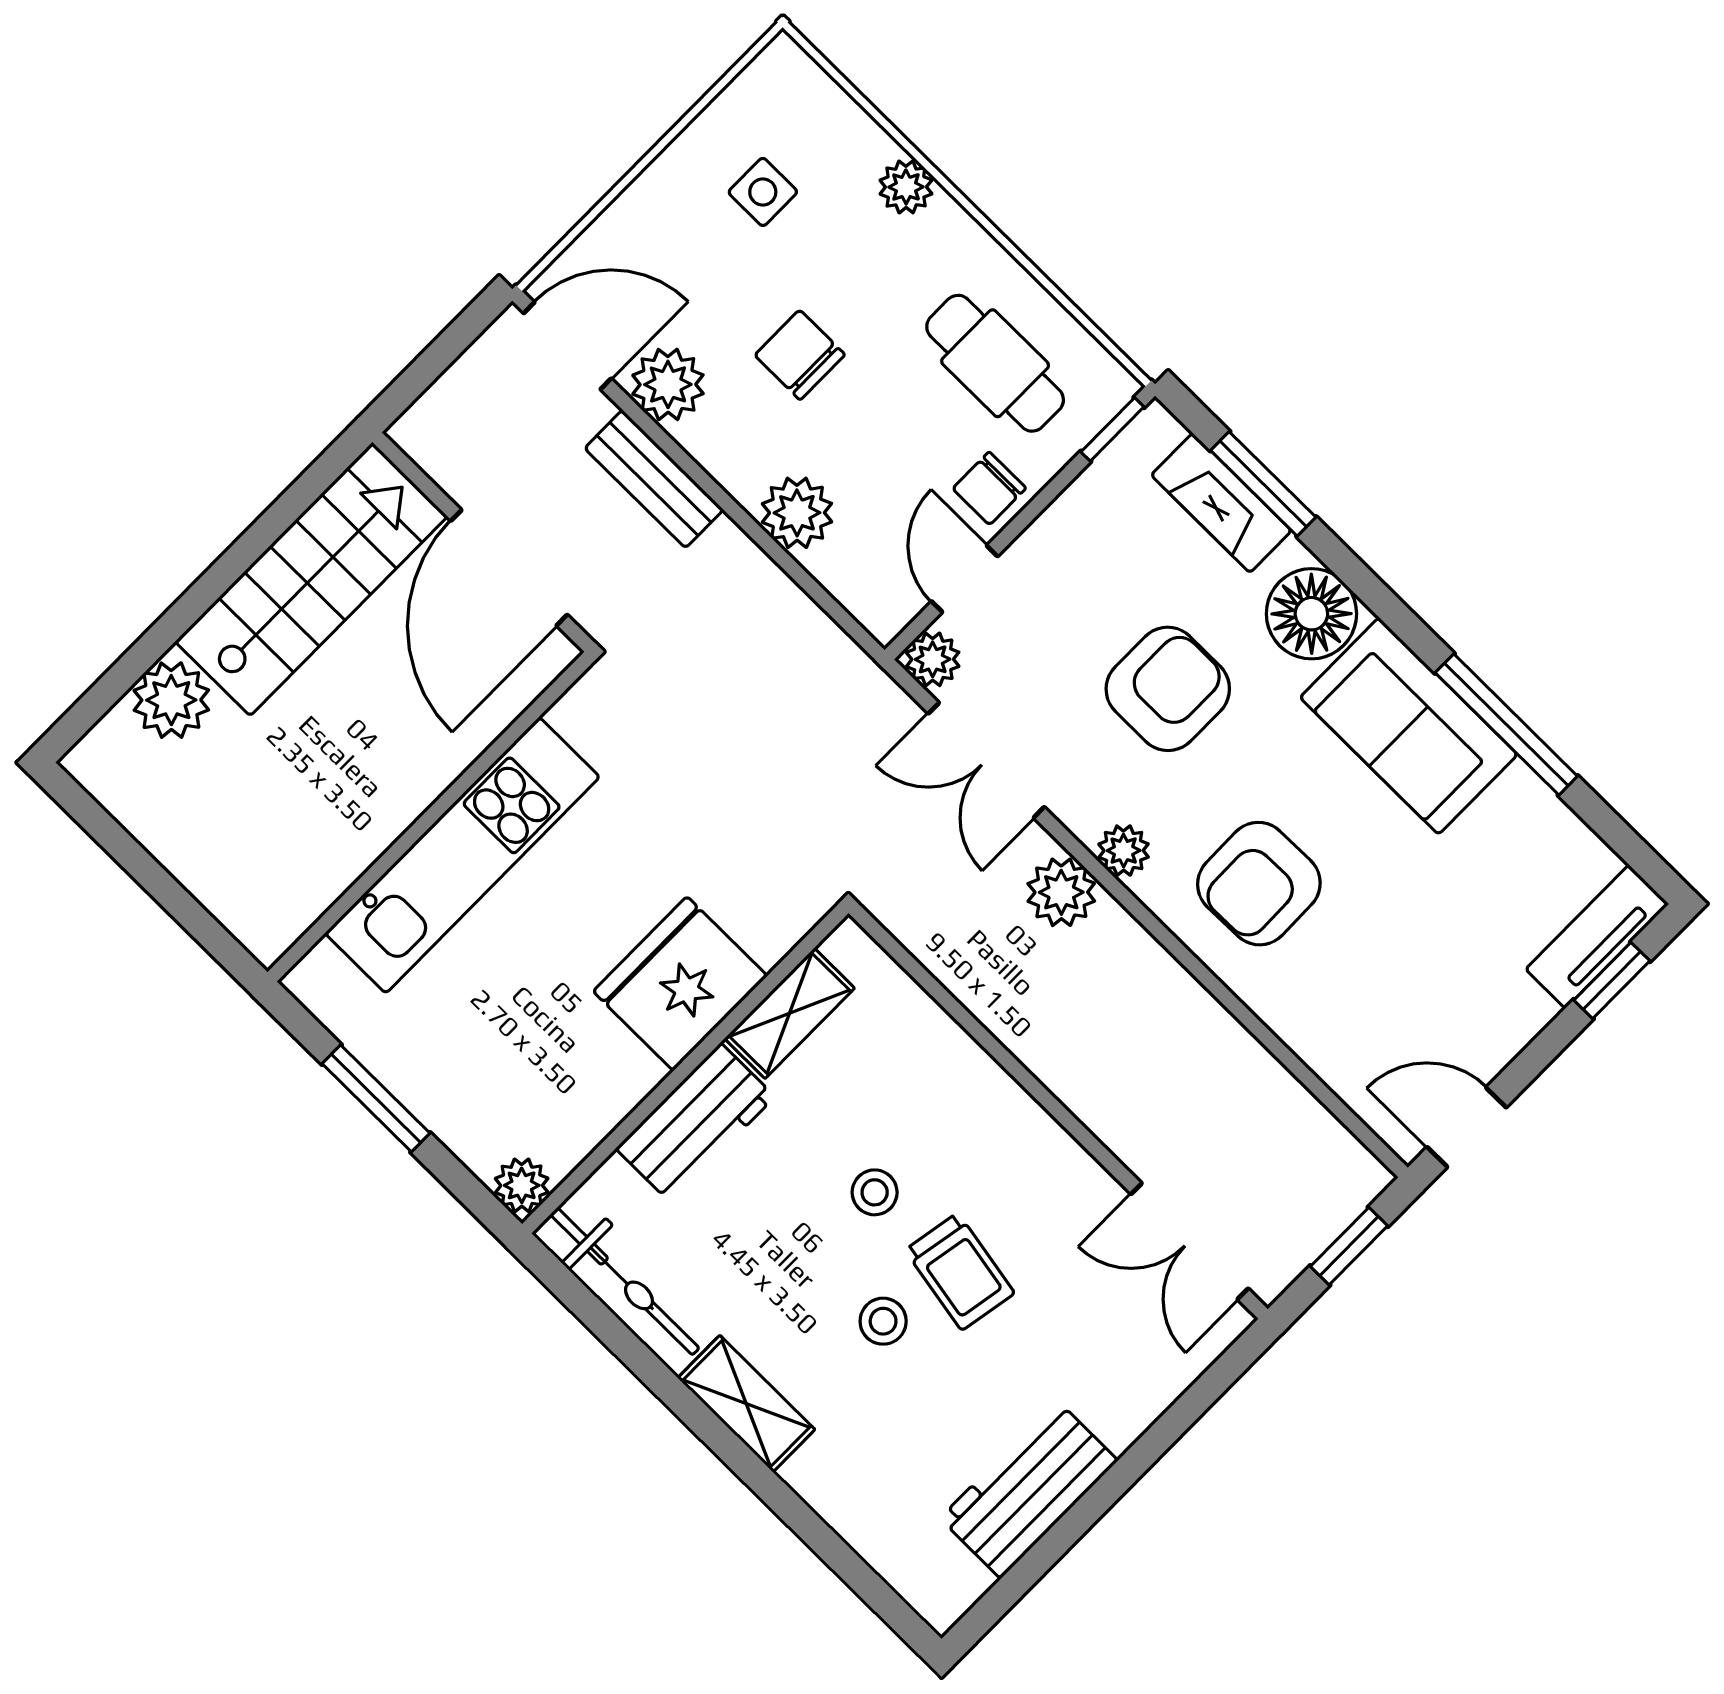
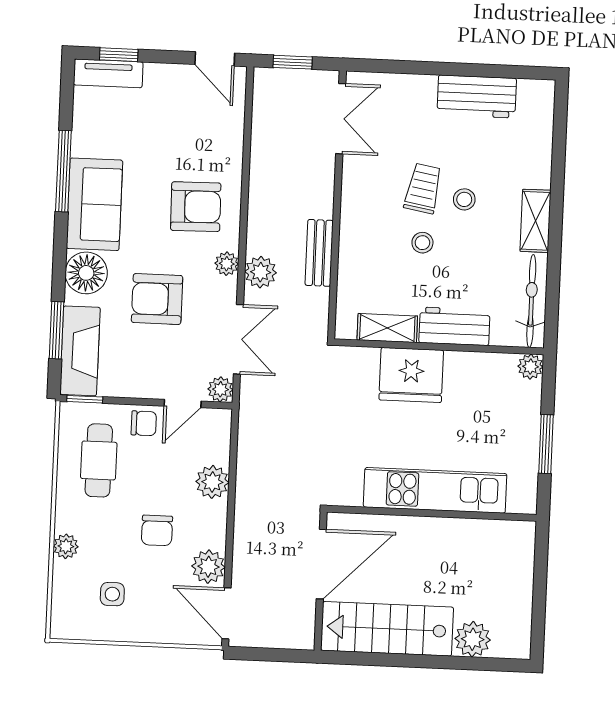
bench: (654, 479) -> (319, 253), moved
fireplace: (1221, 503) -> (80, 351), width x1.37, depth x1.32

